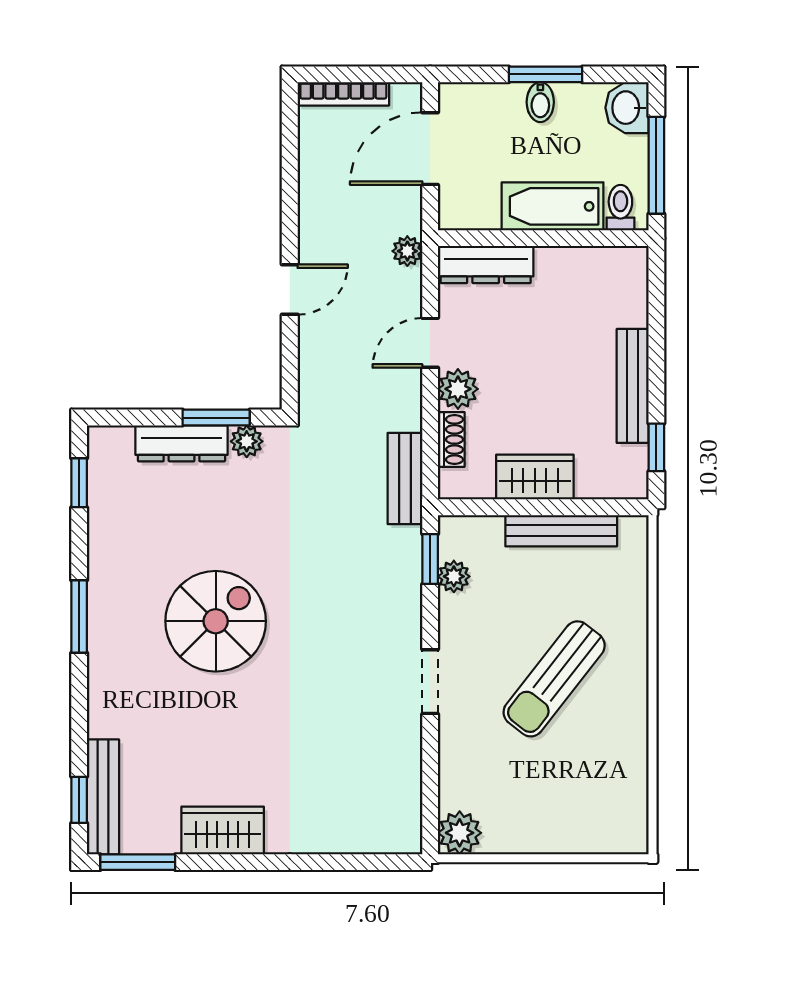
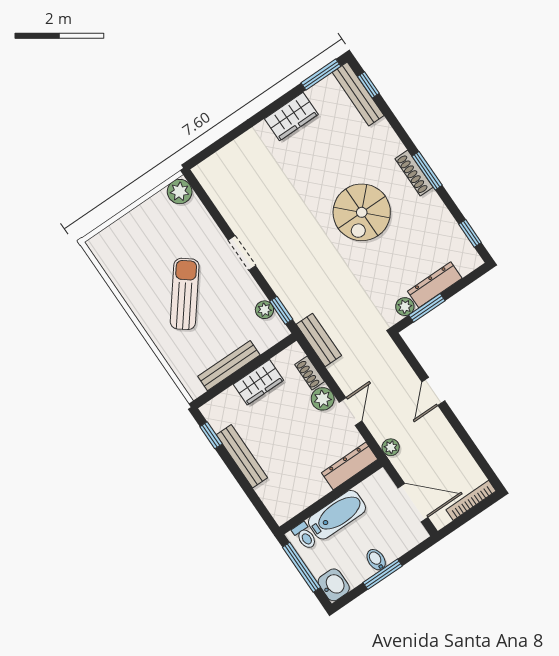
door: (430, 149) -> (413, 503), hinge flipped
shoe rack: (101, 626) -> (414, 173), added

